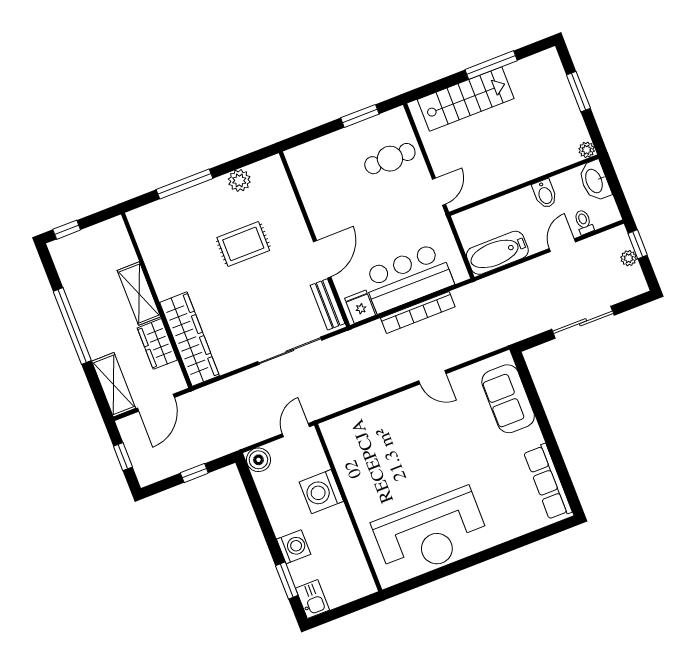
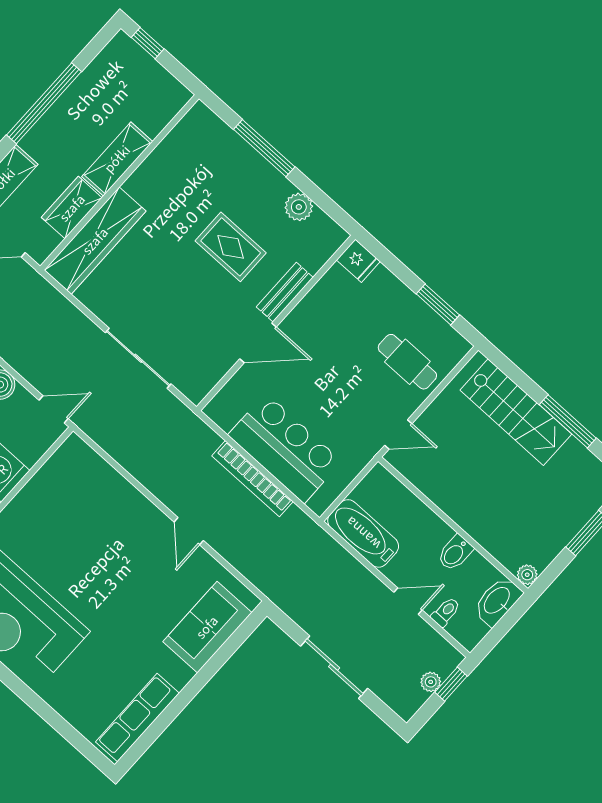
bench: (328, 304) -> (285, 292), moved
fridge: (360, 307) -> (358, 261), moved, turned 90

